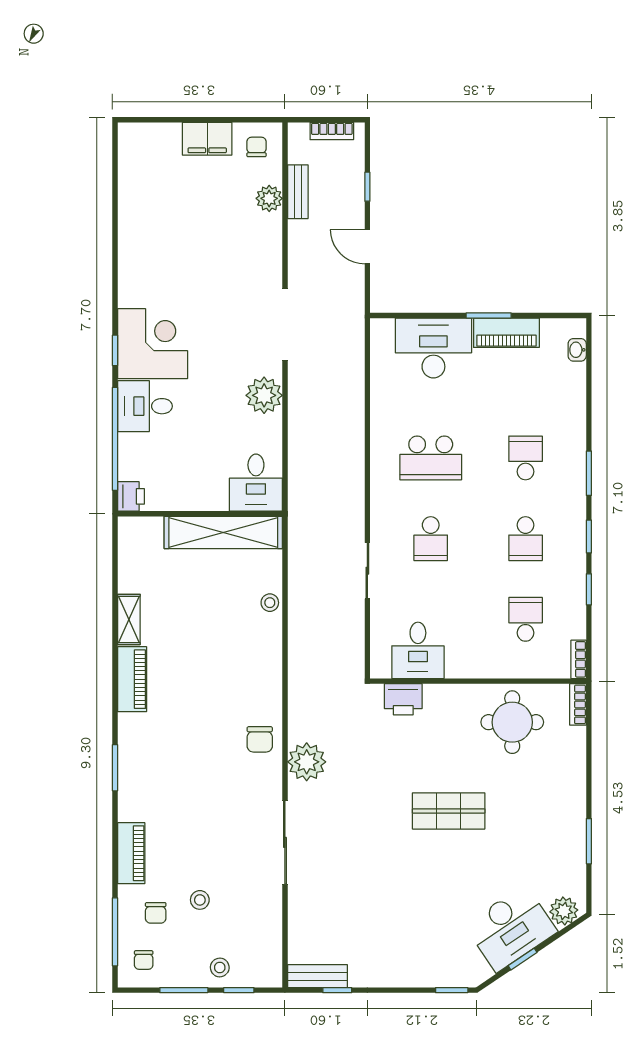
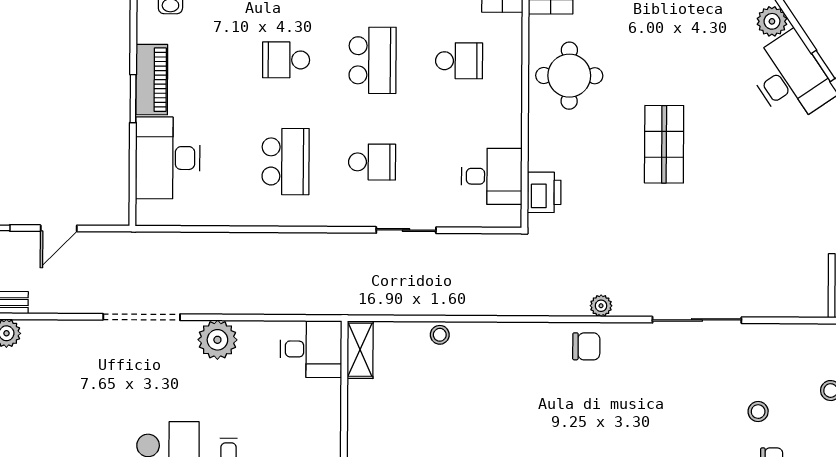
shelving: (223, 532) -> (360, 350), width x0.45, depth x0.75
school desk: (526, 539) -> (373, 60), width x1.85
school desk: (526, 619) -> (459, 61), turned 180
plant: (307, 762) -> (601, 306), width x0.53, depth x0.53

